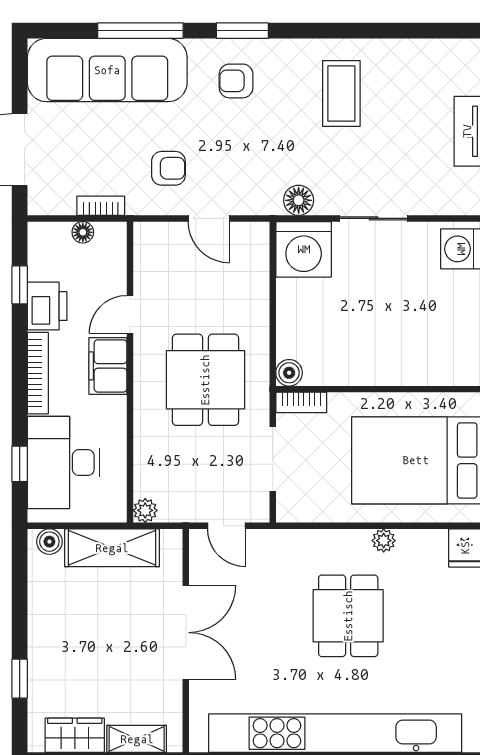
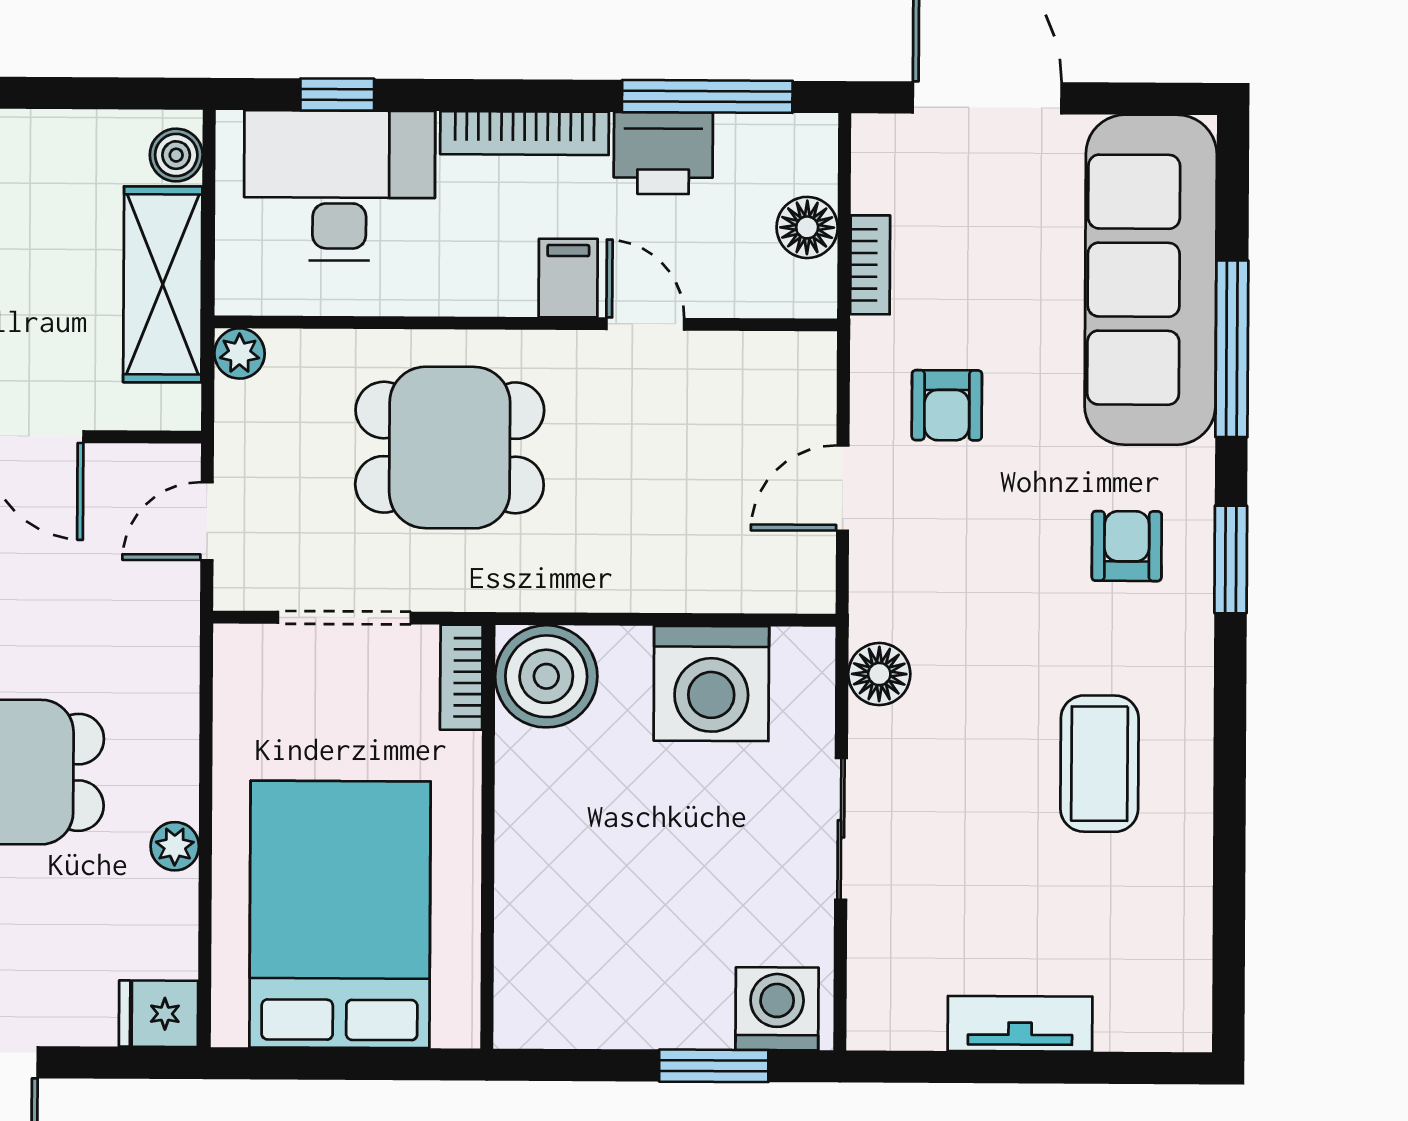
coffee table: (341, 94) -> (1099, 764), turned 90
floor lamp: (83, 232) -> (807, 227), width x1.37, depth x1.37
washing machine: (304, 249) -> (711, 683), moved, turned -90
window: (20, 285) -> (707, 96), width x2.17
filing cabinet: (108, 366) -> (568, 278), width x0.50
boiler: (289, 373) -> (546, 676), width x1.86, depth x1.86
dining table: (205, 380) -> (450, 448), moved

